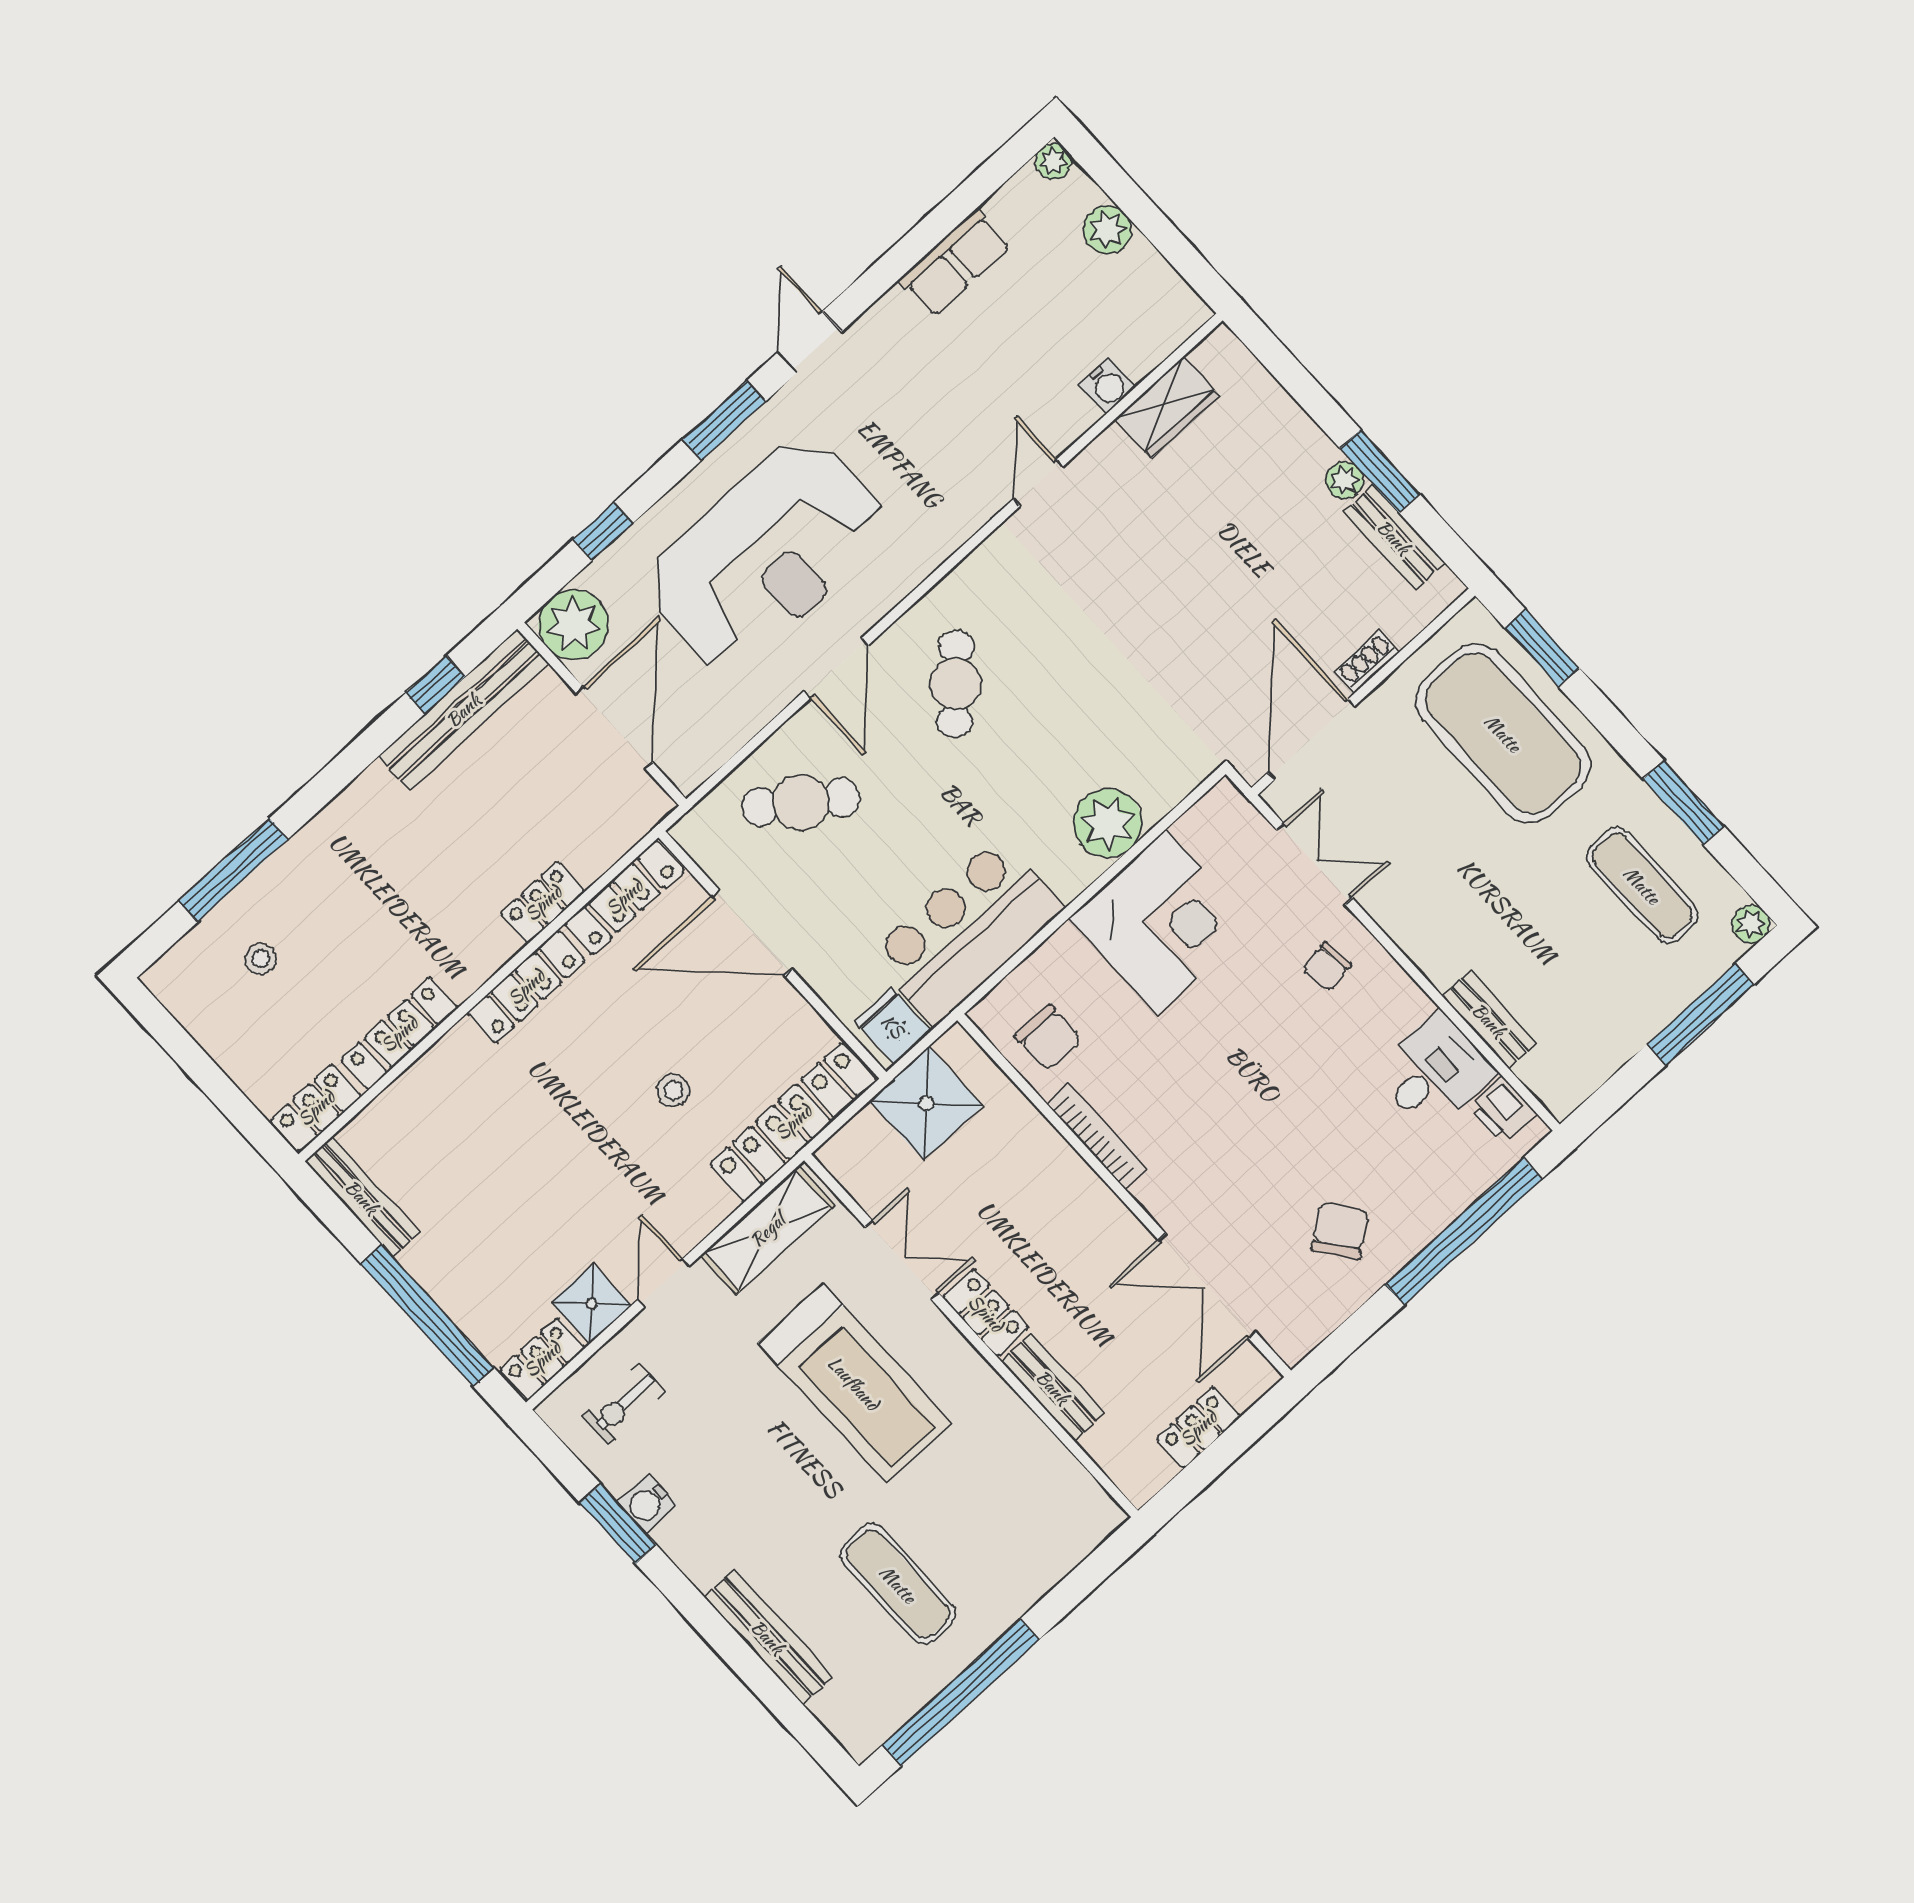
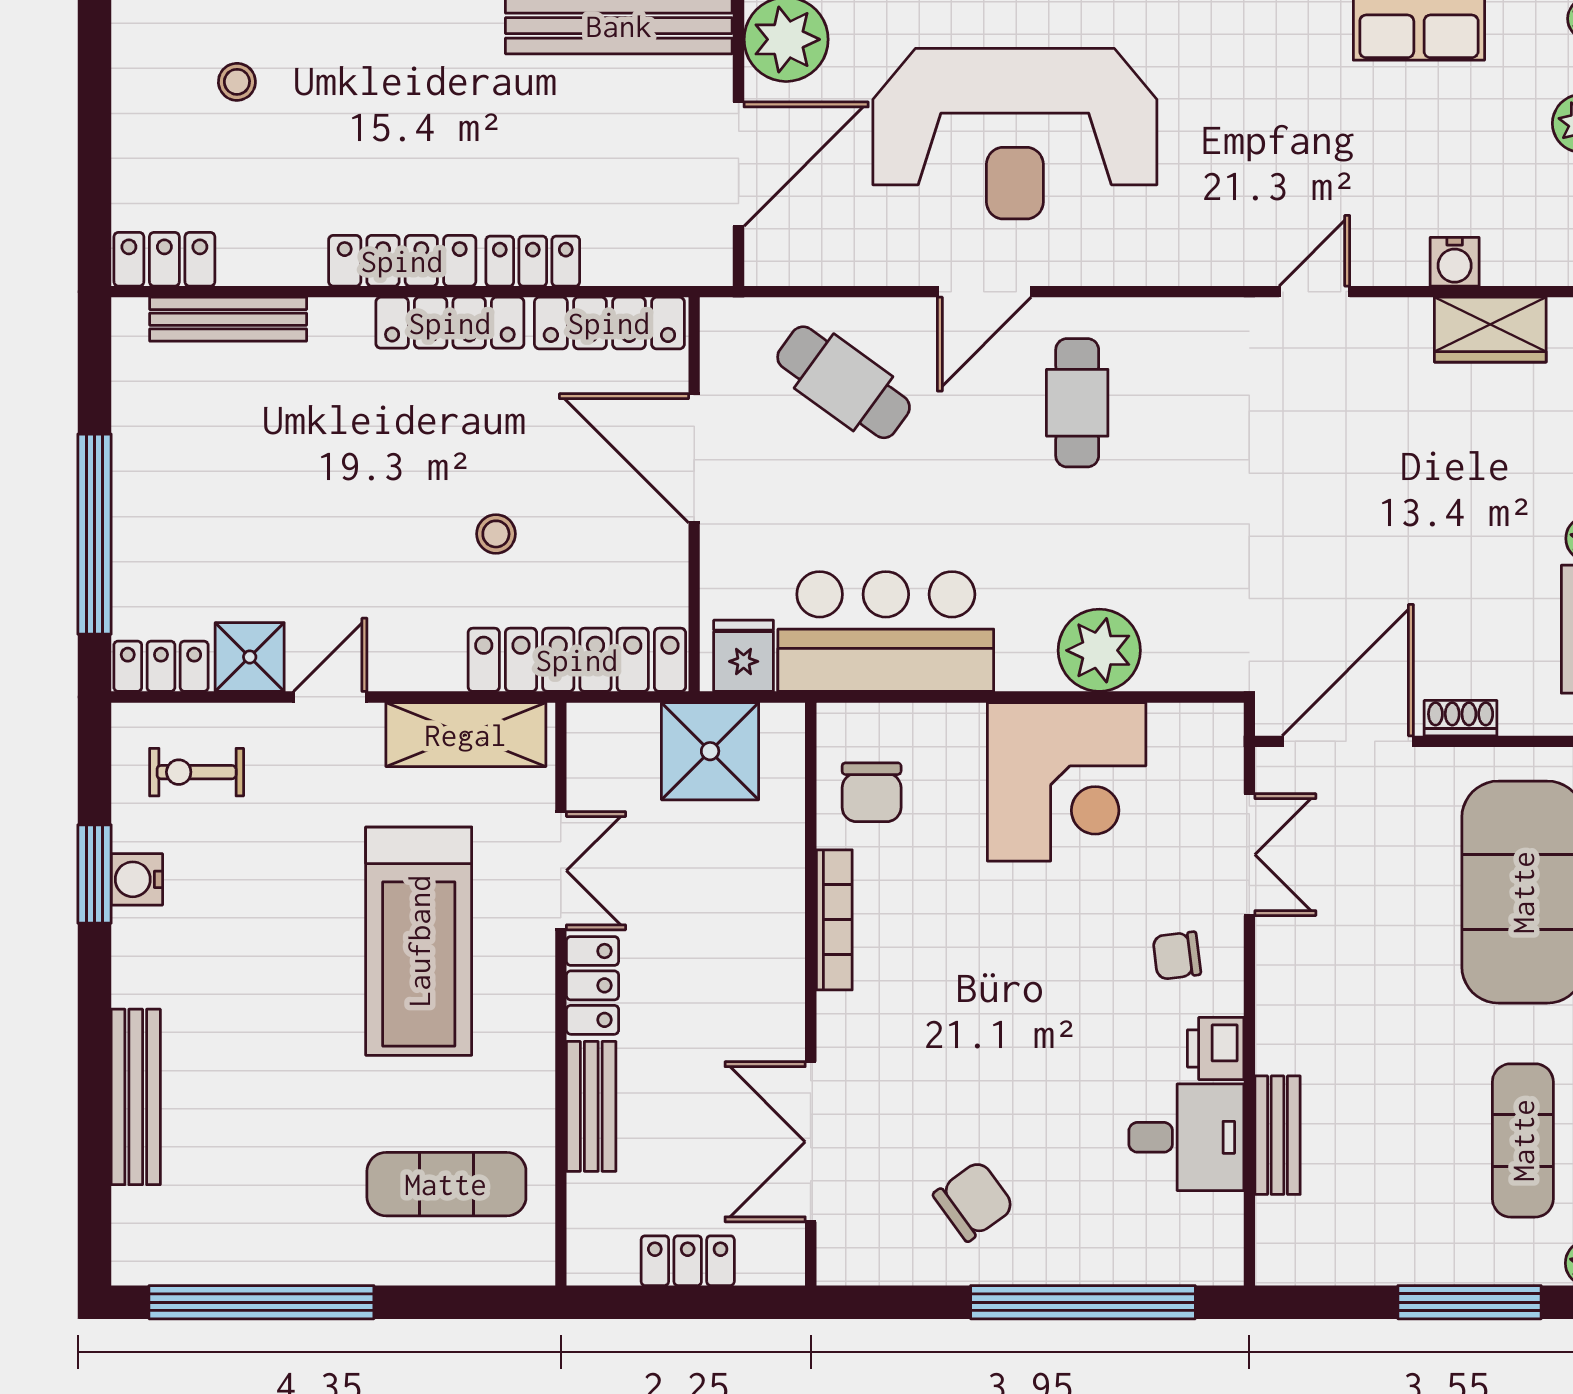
cafe table: (955, 684) -> (1077, 403), turned -44
locker: (399, 1034) -> (402, 261), moved
printer: (1502, 1110) -> (1216, 1048), moved
bench: (362, 1197) -> (228, 319), moved, turned 90
exercise mat: (898, 1584) -> (446, 1184), moved, turned 90

